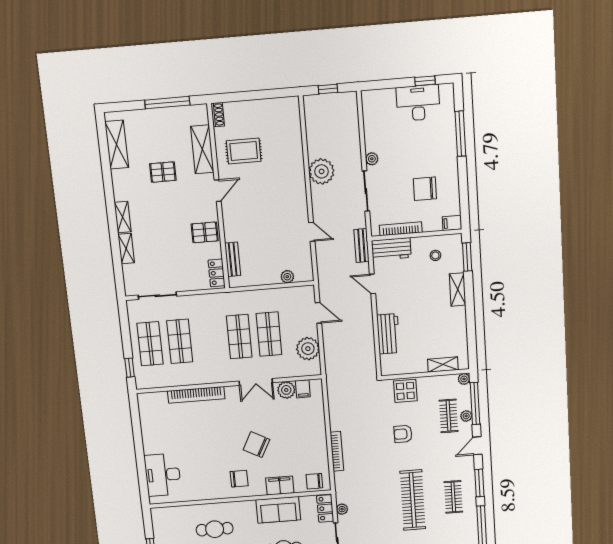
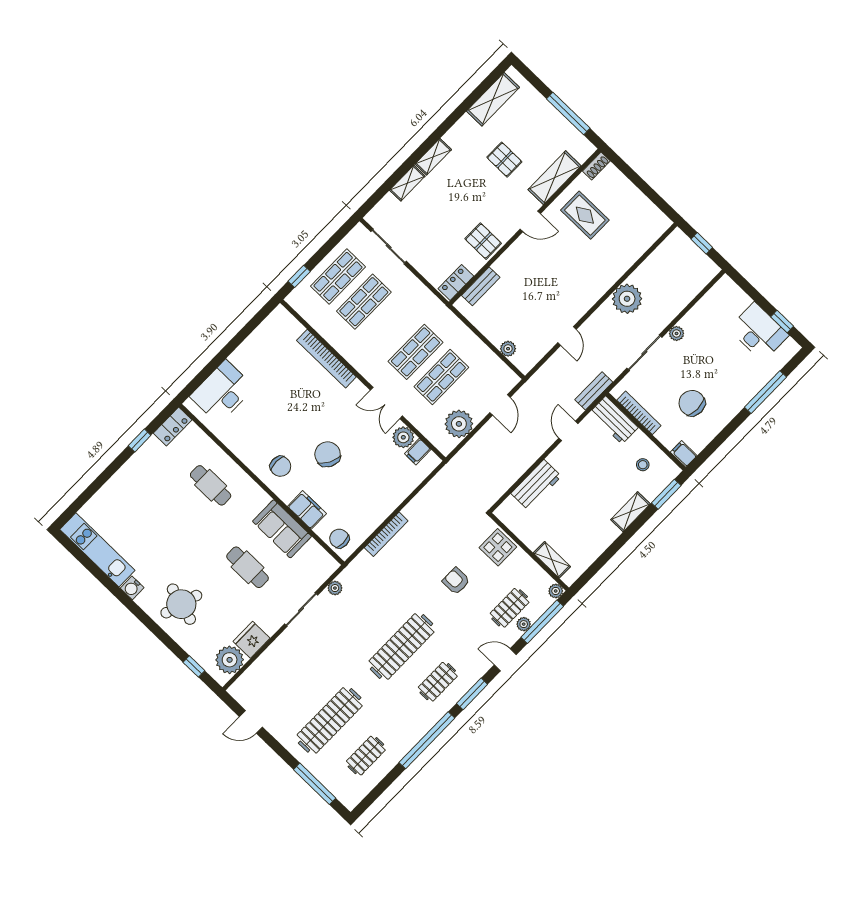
locker: (325, 508) -> (173, 427), moved, turned 180

